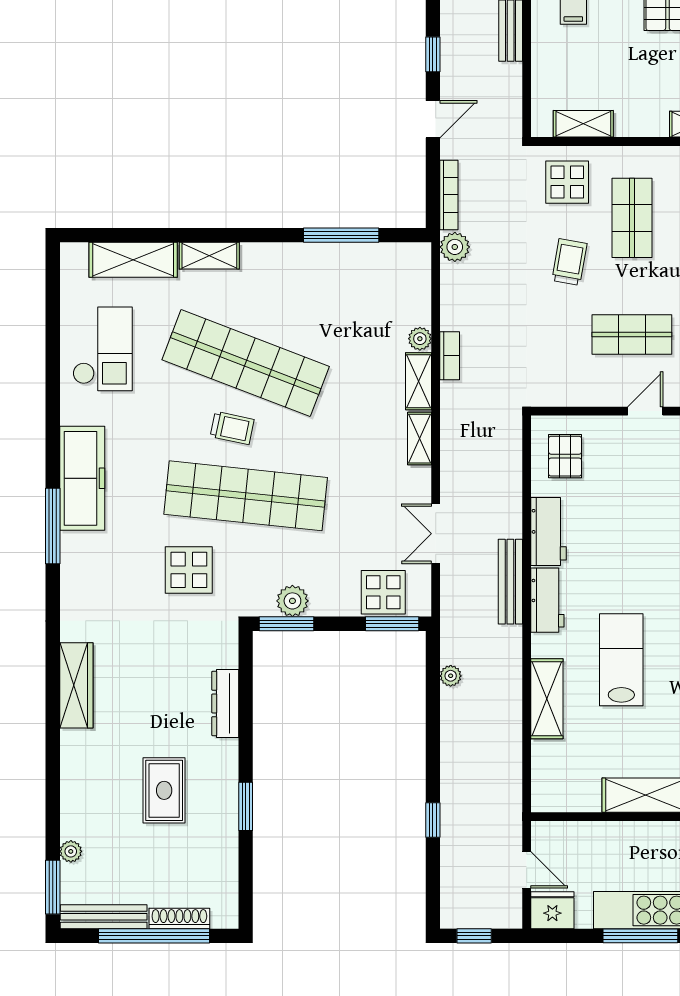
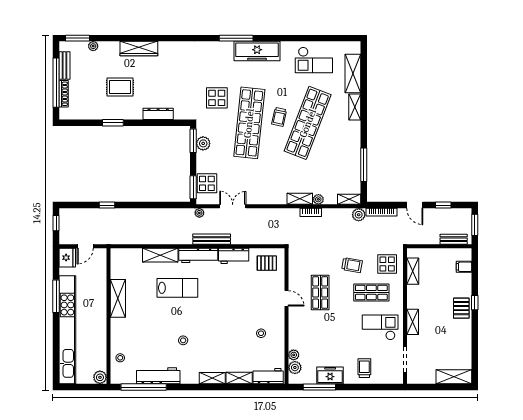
shelving: (420, 439) -> (349, 199), moved
workbench: (547, 600) -> (198, 255), width x1.38
plant: (451, 676) -> (199, 213), moved
wardrobe: (76, 685) -> (139, 48), moved
bench: (104, 917) -> (64, 66), width x0.73

